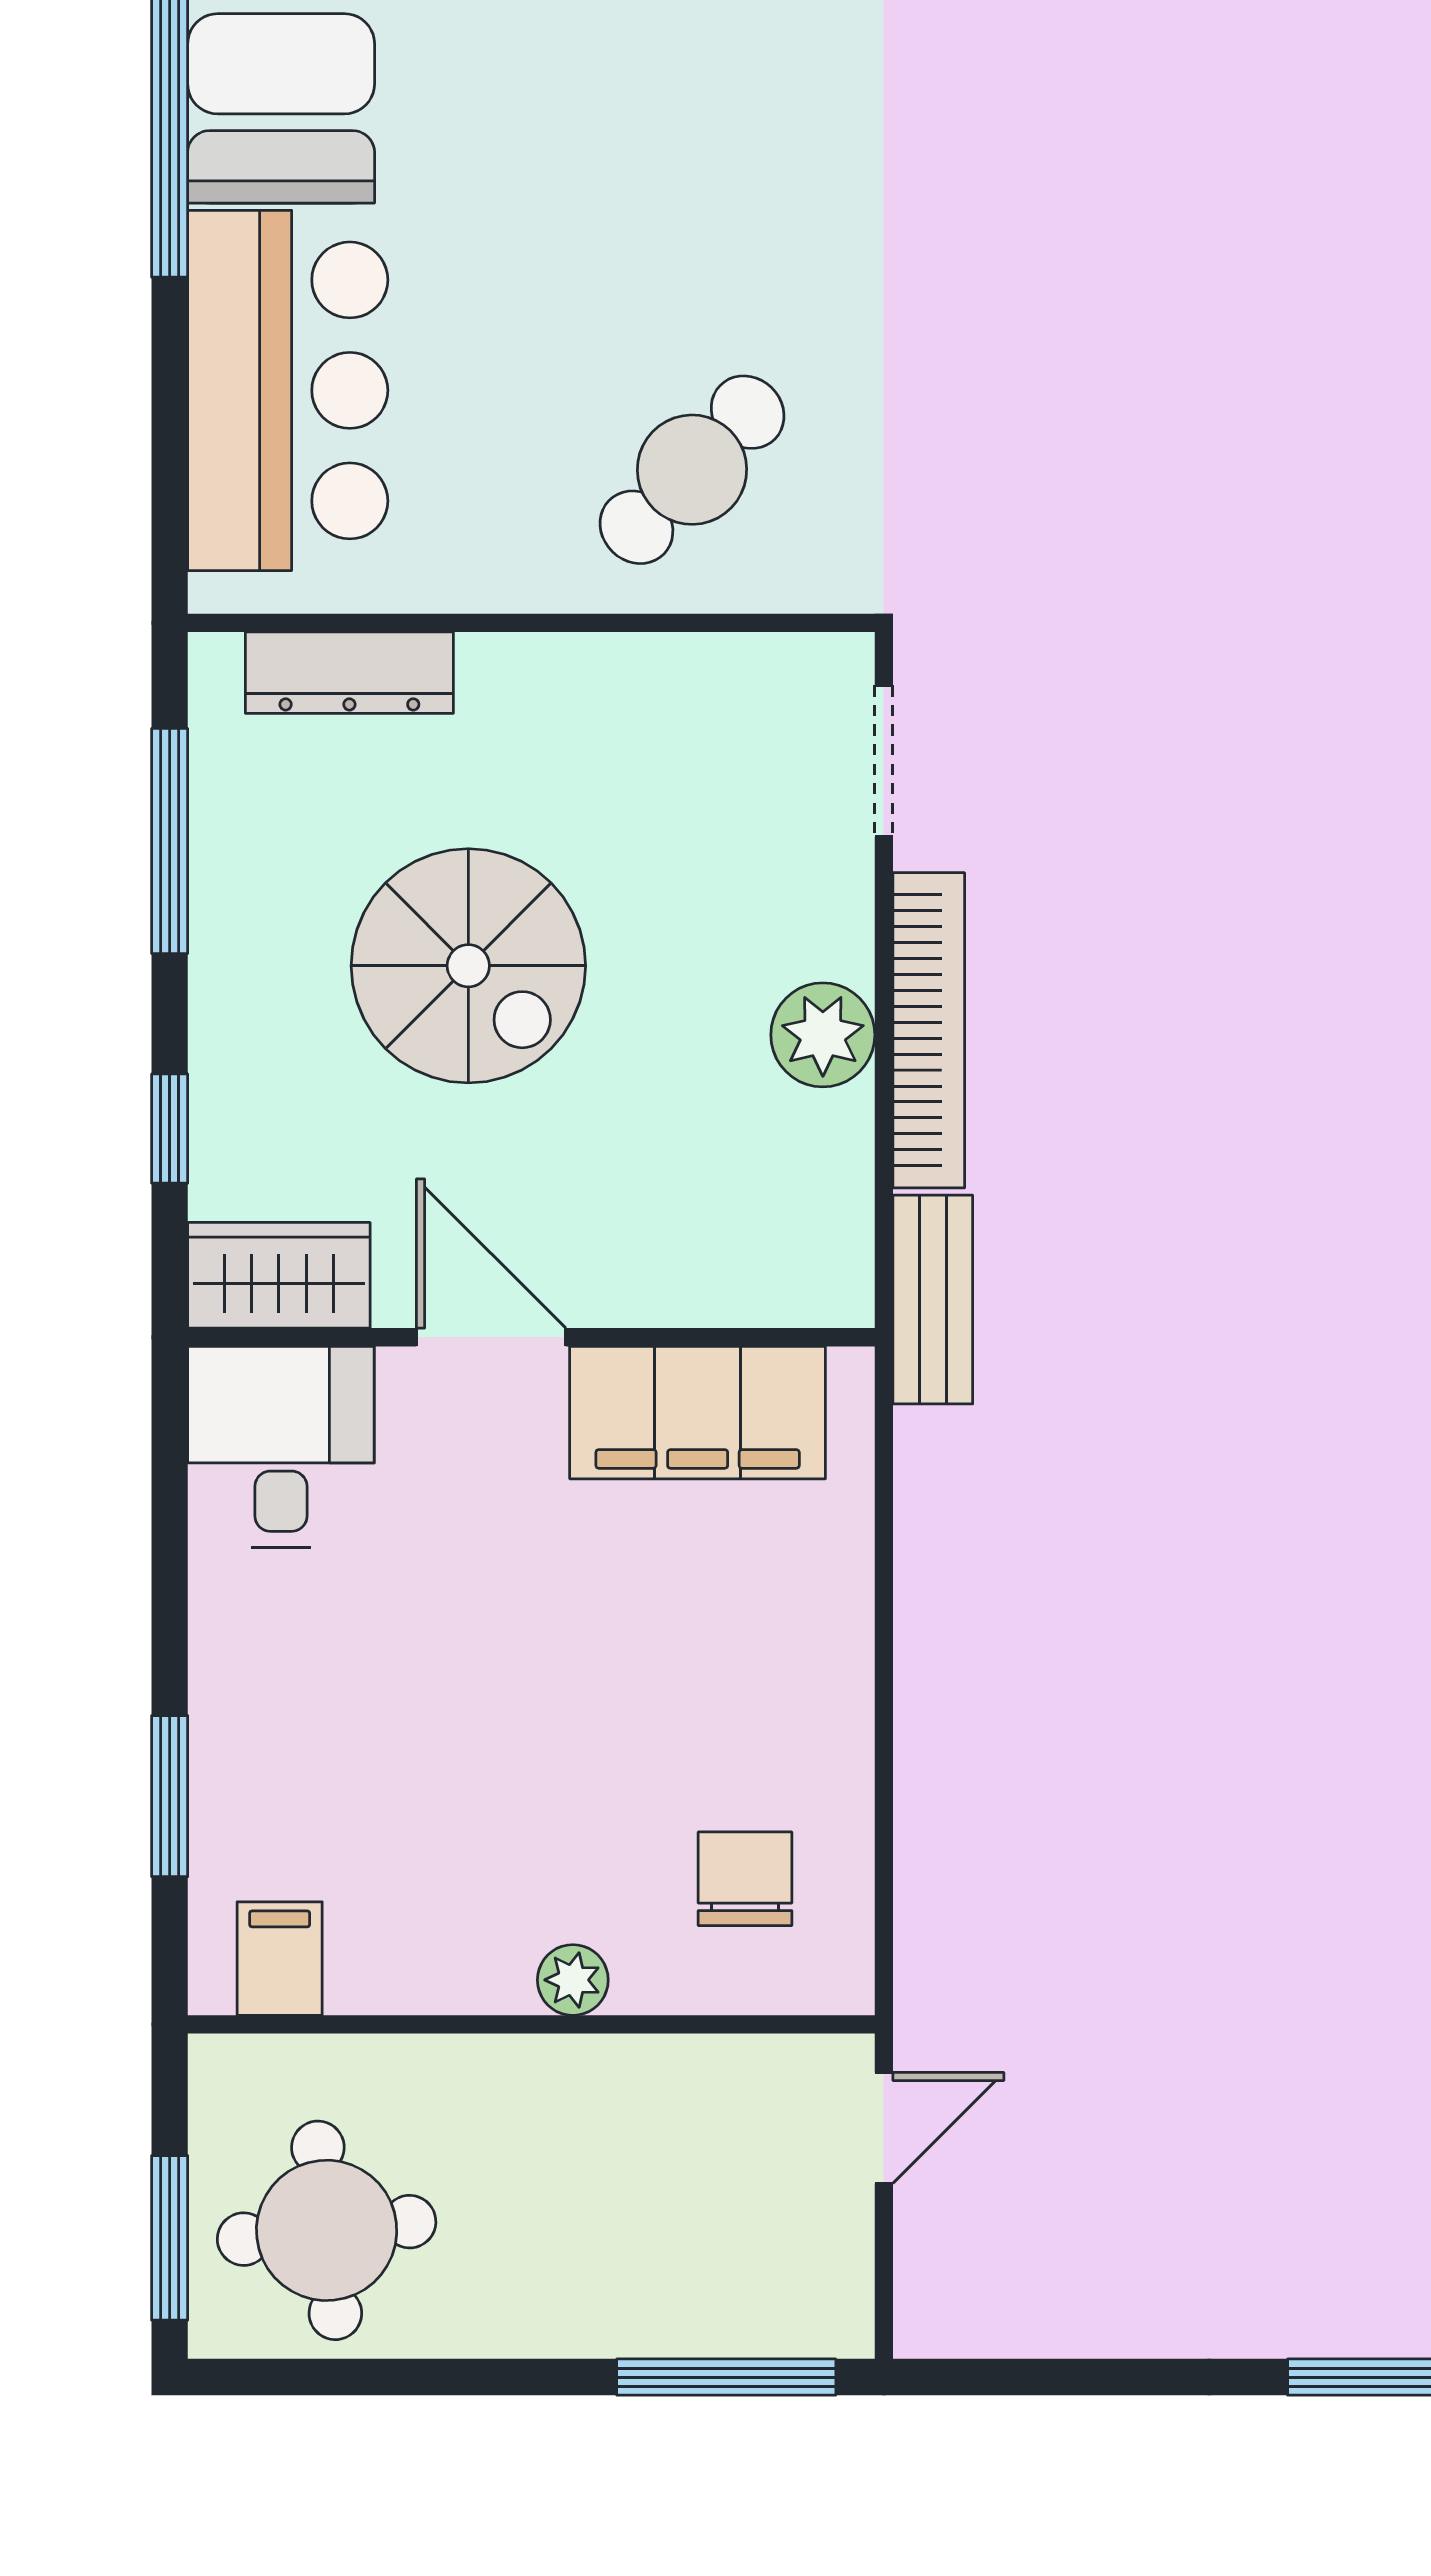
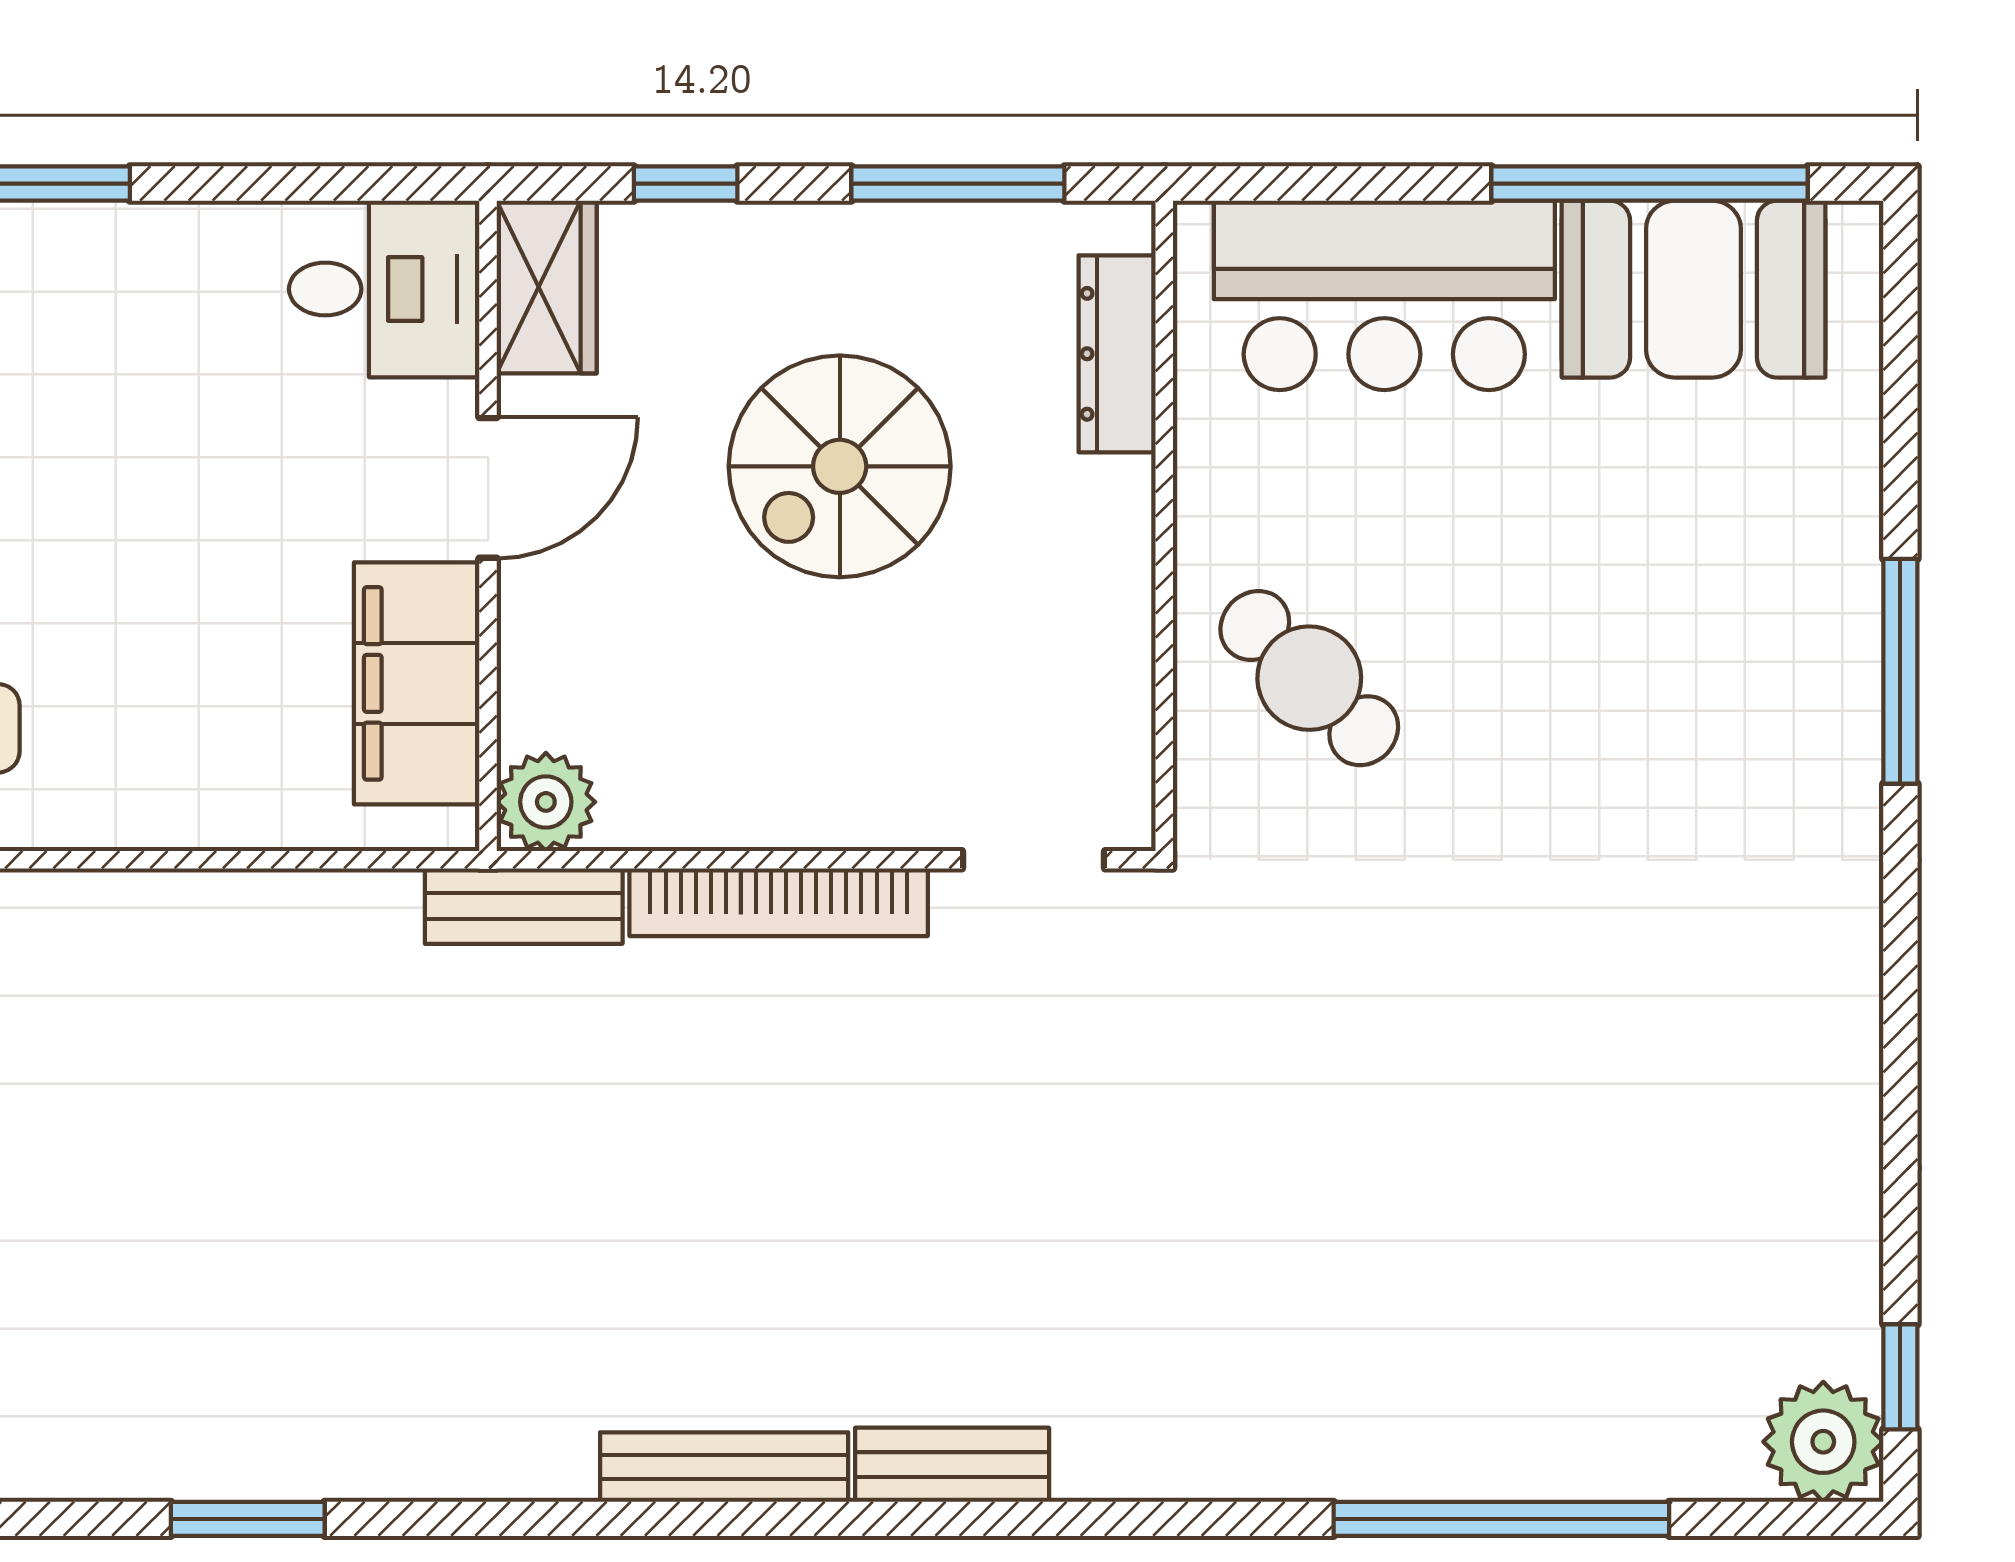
plant: (823, 1035) -> (546, 802), moved

